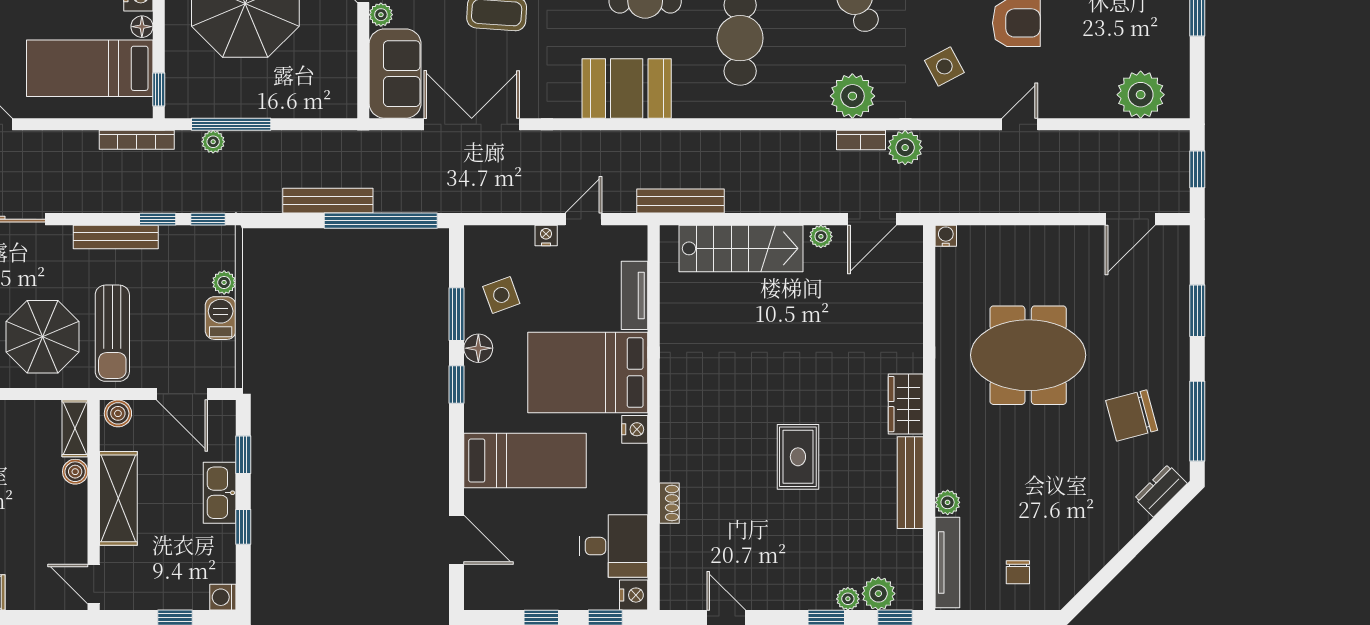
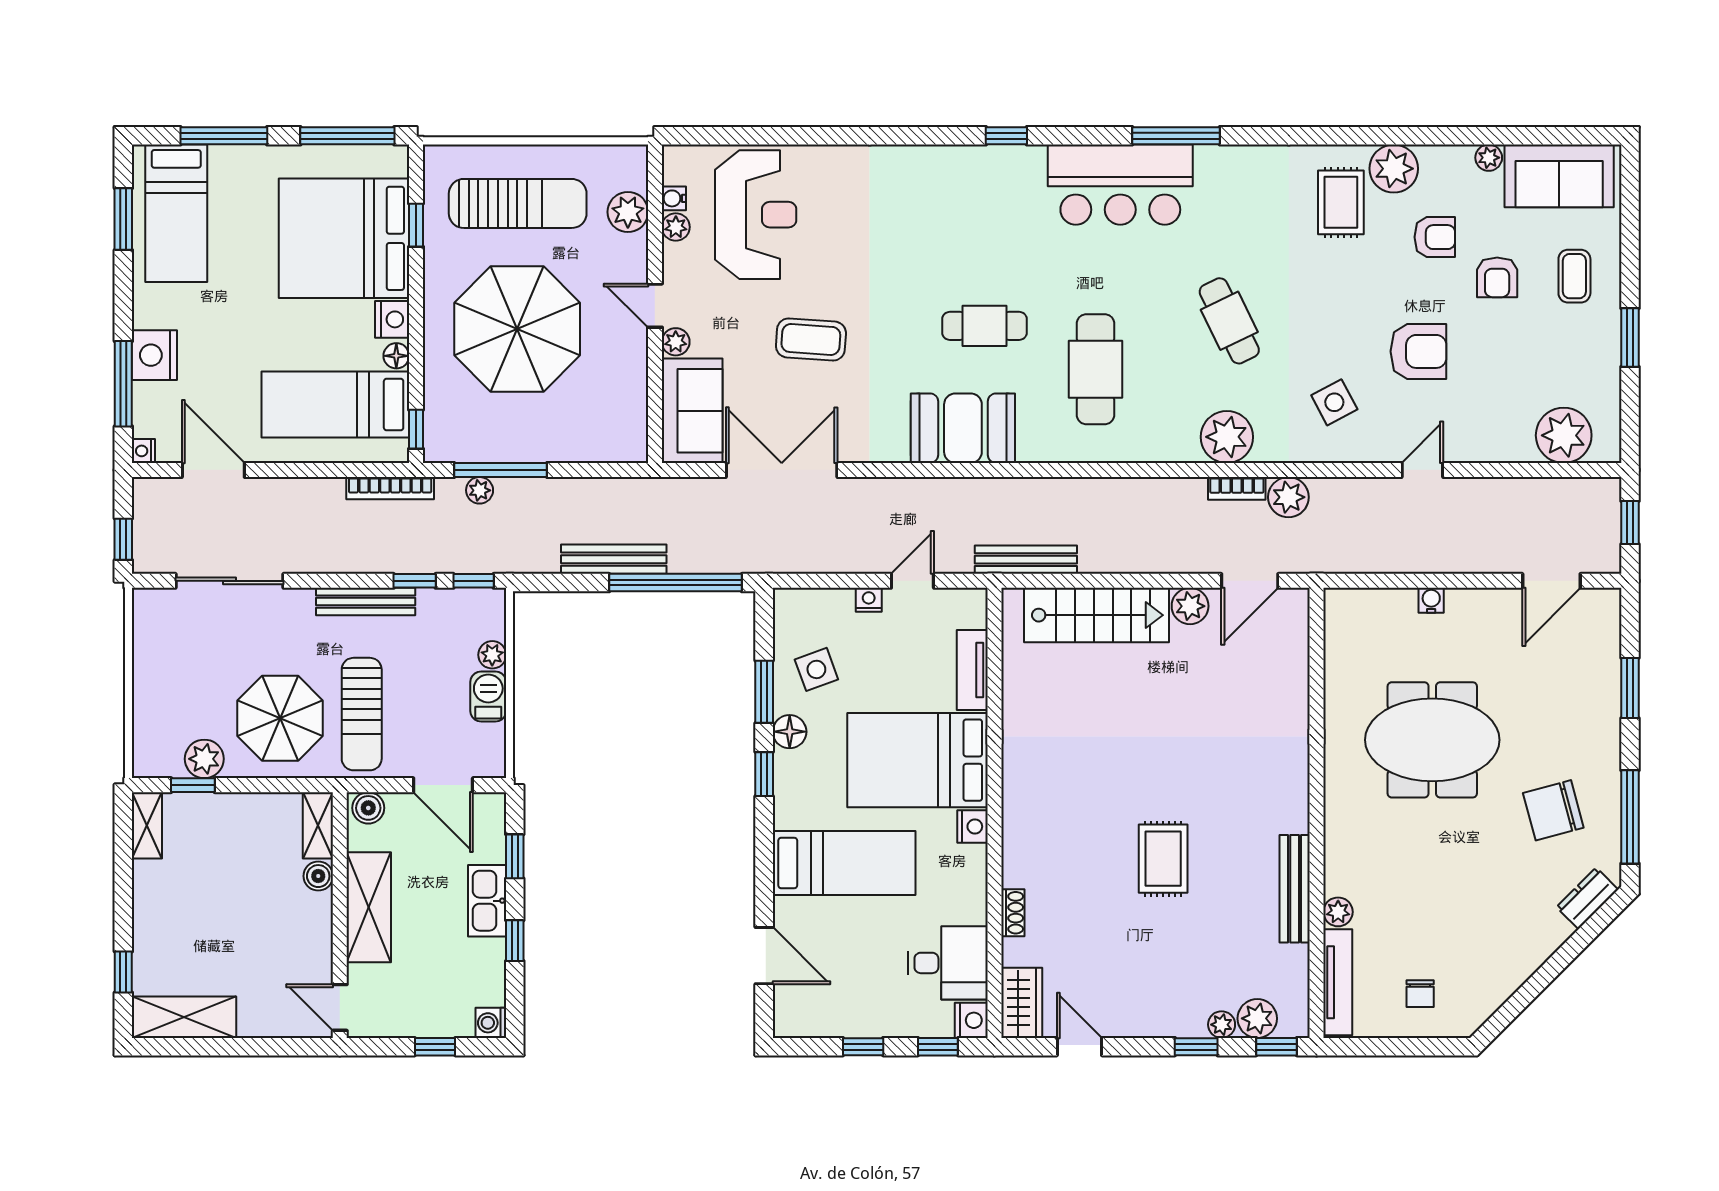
plant: (821, 236) -> (1190, 606), width x1.38, depth x1.38
water cooler: (946, 236) -> (1431, 600), moved
wardrobe: (906, 404) -> (1022, 1003), moved, turned 180

